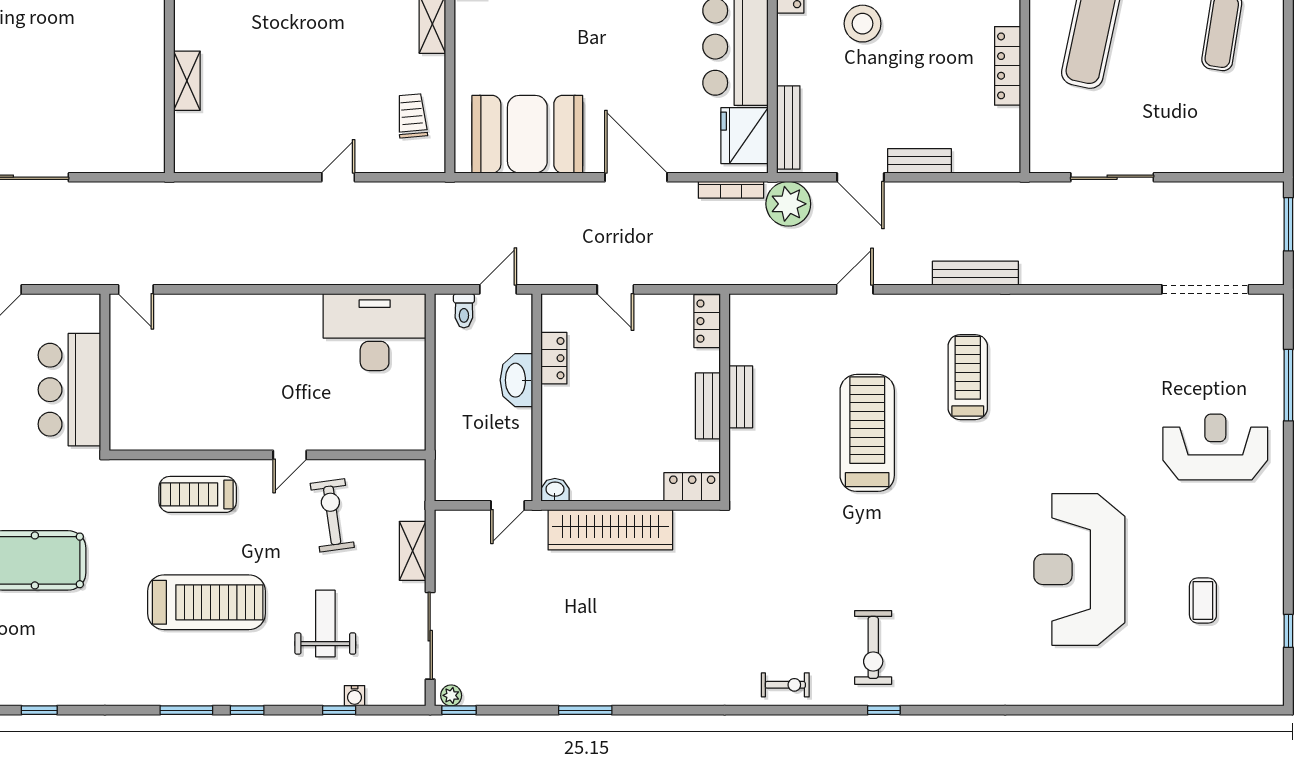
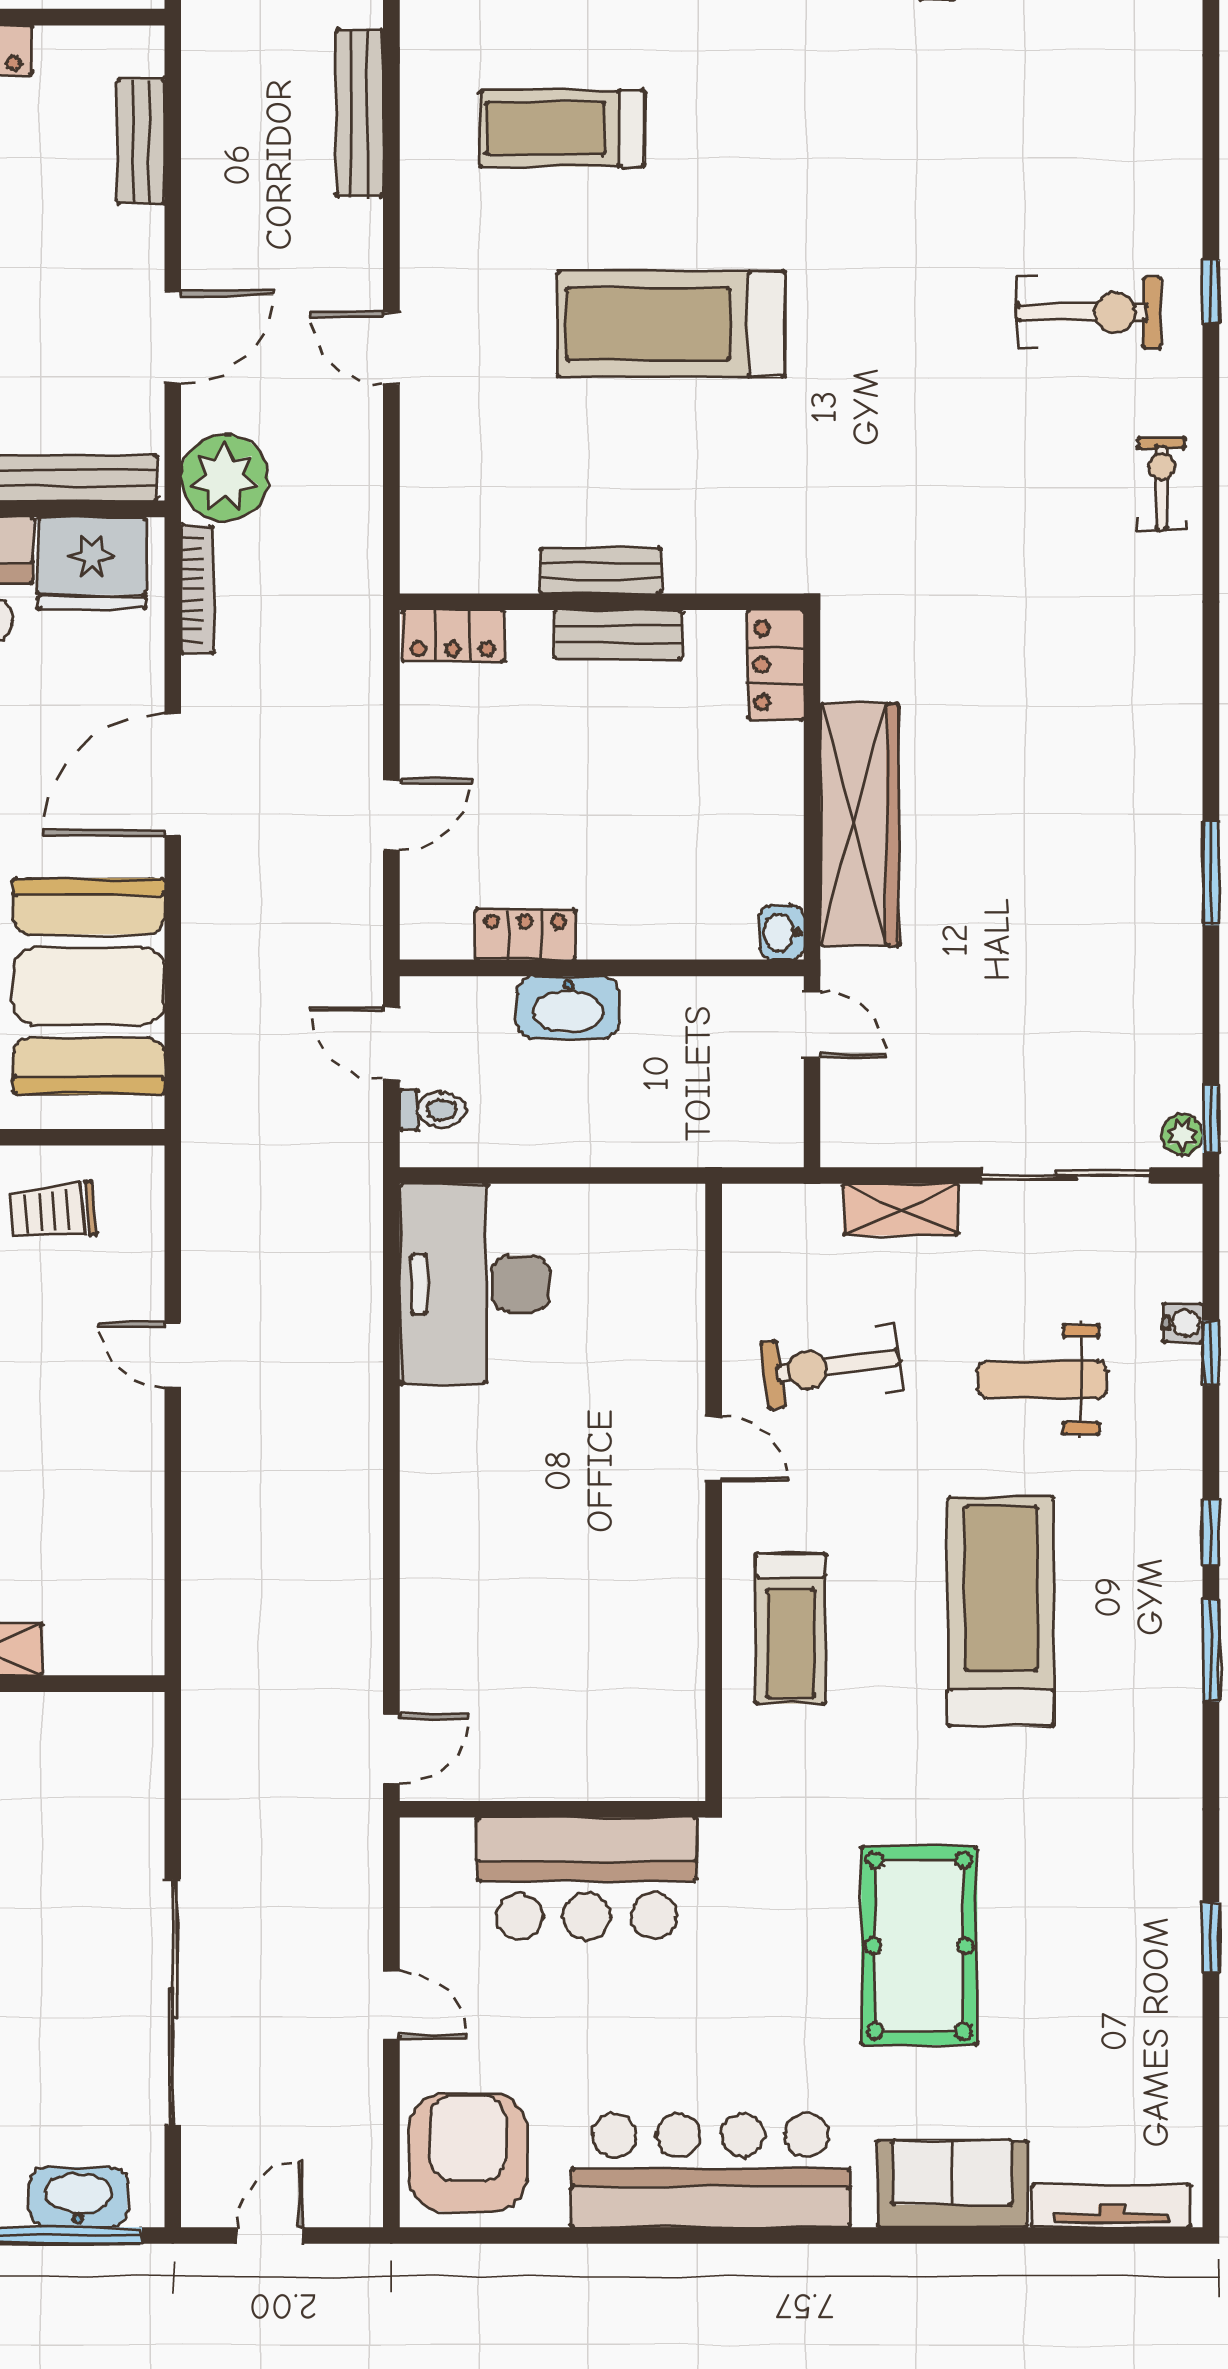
bench: (919, 161) -> (141, 141), moved

